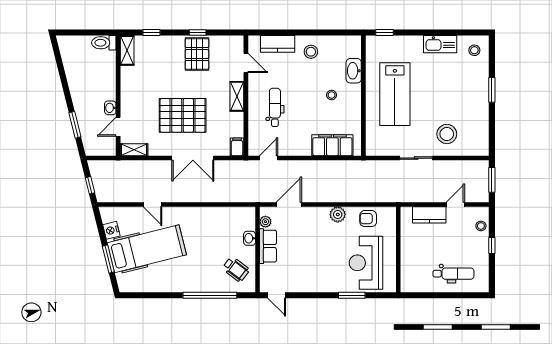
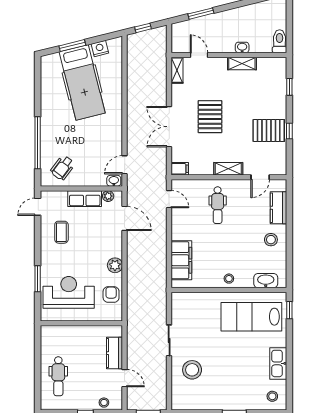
shelving: (127, 50) -> (242, 63), moved
washbasin: (354, 71) -> (266, 281), moved
lab bench: (395, 94) -> (251, 317), moved
stool: (332, 95) -> (229, 279), moved
dental chair: (275, 107) -> (218, 205), turned 90
washbasin: (110, 108) -> (242, 47), moved
pallet: (183, 115) -> (210, 117), width x0.73, depth x0.71
door: (152, 204) -> (125, 165), moved
washbasin: (250, 238) -> (114, 181), moved
coffee table: (303, 270) -> (61, 232), added

